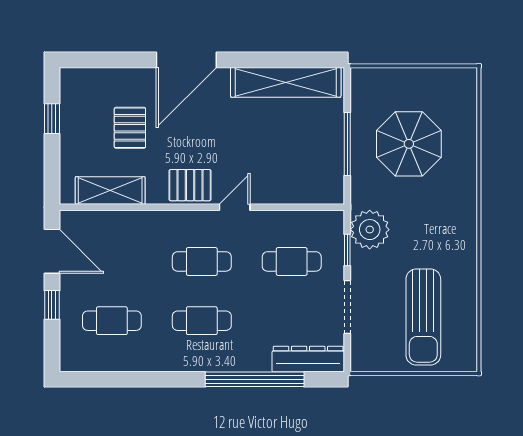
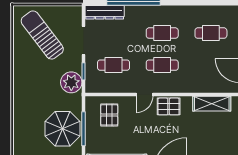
pallet: (130, 128) -> (109, 115), moved
parasol: (409, 144) -> (62, 129), moved
sun lounger: (423, 317) -> (42, 35), turned -37

